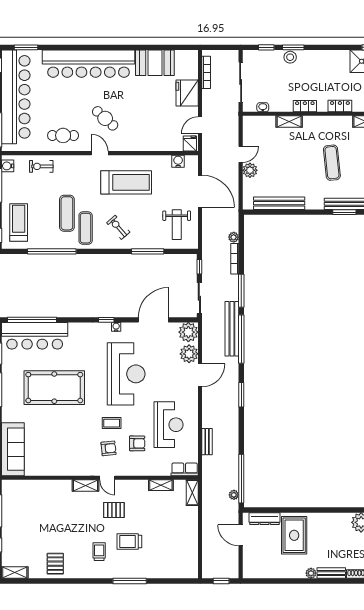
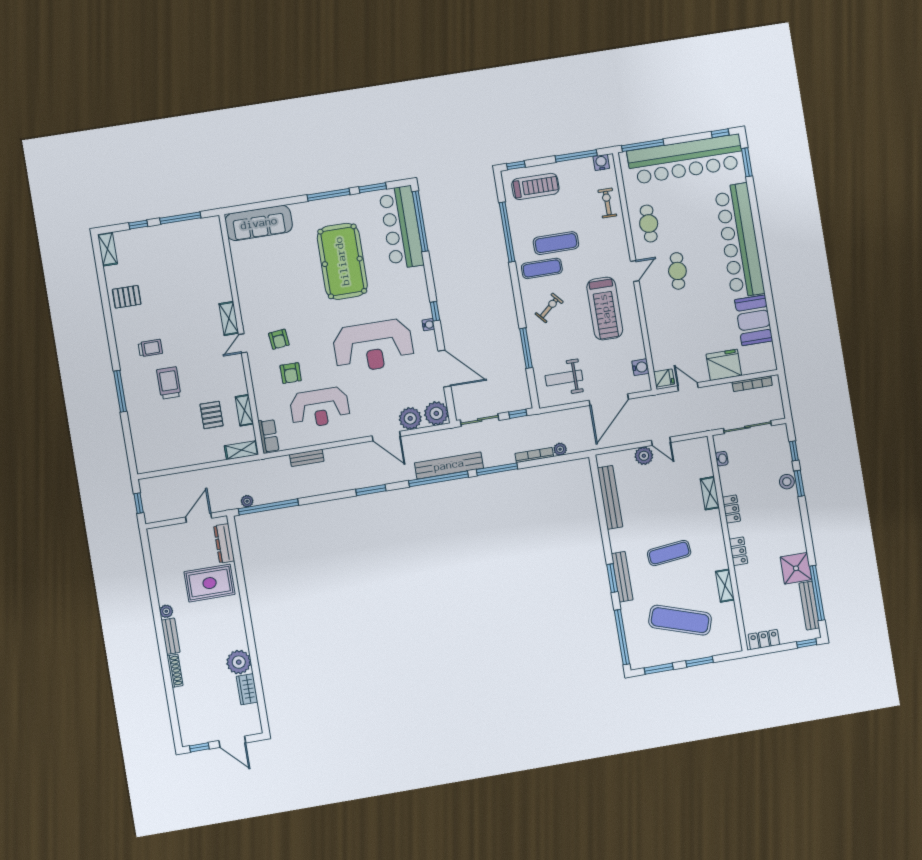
cafe table: (105, 118) -> (677, 271), turned -37
coffee table: (112, 423) -> (310, 338), removed
pallet: (114, 510) -> (212, 415), moved

